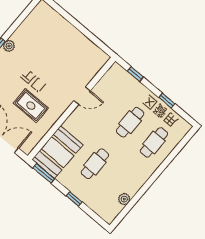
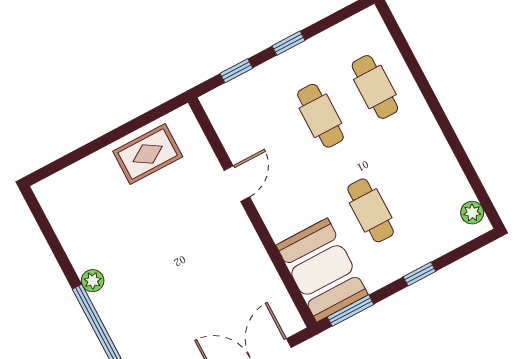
window: (167, 101) -> (288, 43), moved
rug: (31, 106) -> (148, 154), moved
plant: (124, 199) -> (472, 213), moved

